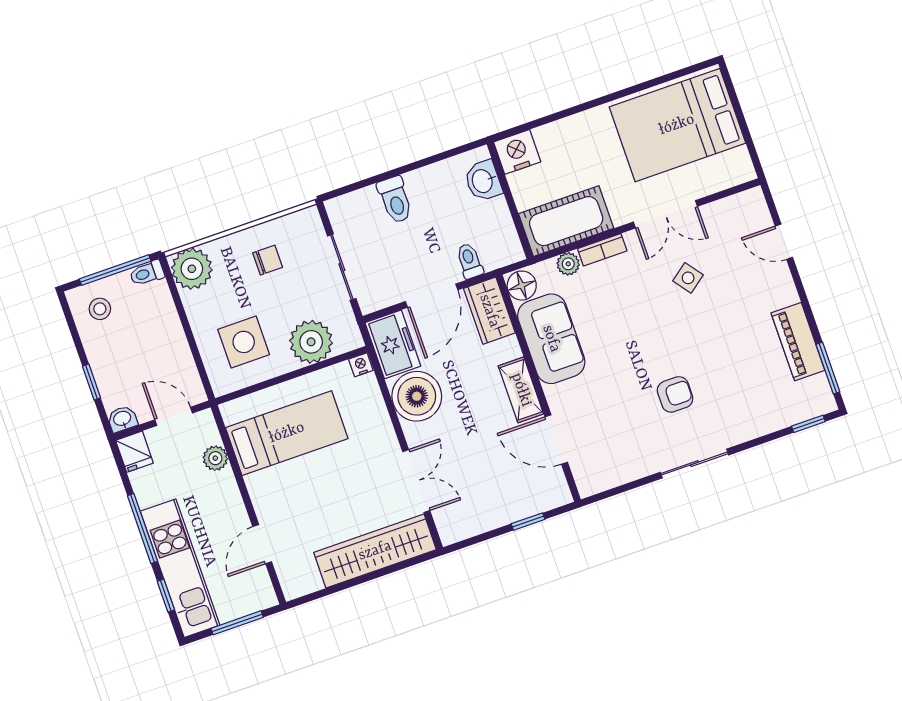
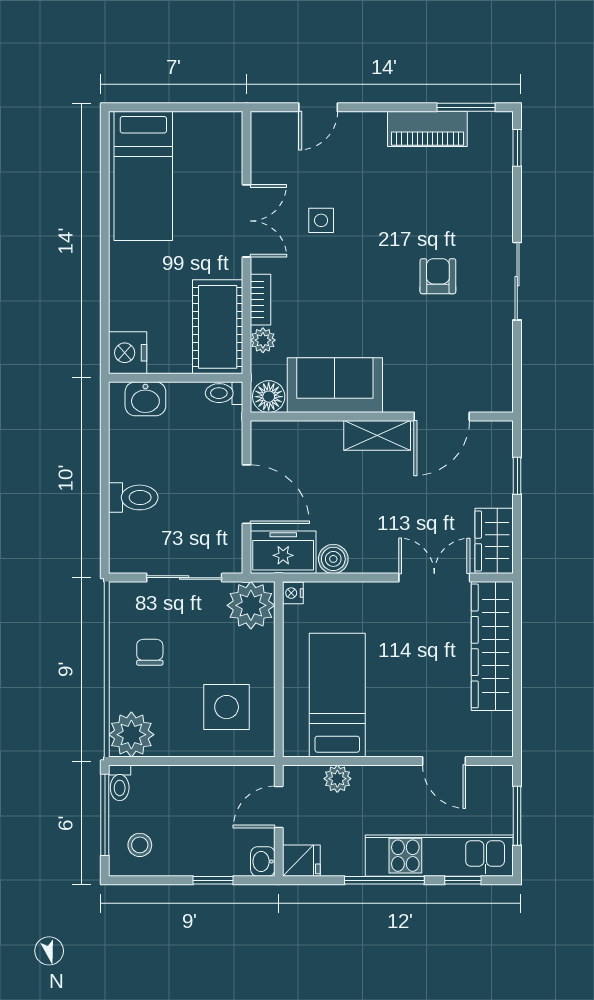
bed: (677, 125) -> (143, 176), width x0.67
toilet: (470, 261) -> (224, 393), moved
side table: (688, 278) -> (321, 220), turned 37
wardrobe: (489, 311) -> (494, 541), moved, turned 90
plant: (311, 342) -> (251, 605), moved
boiler: (417, 396) -> (333, 559), width x0.54, depth x0.54

